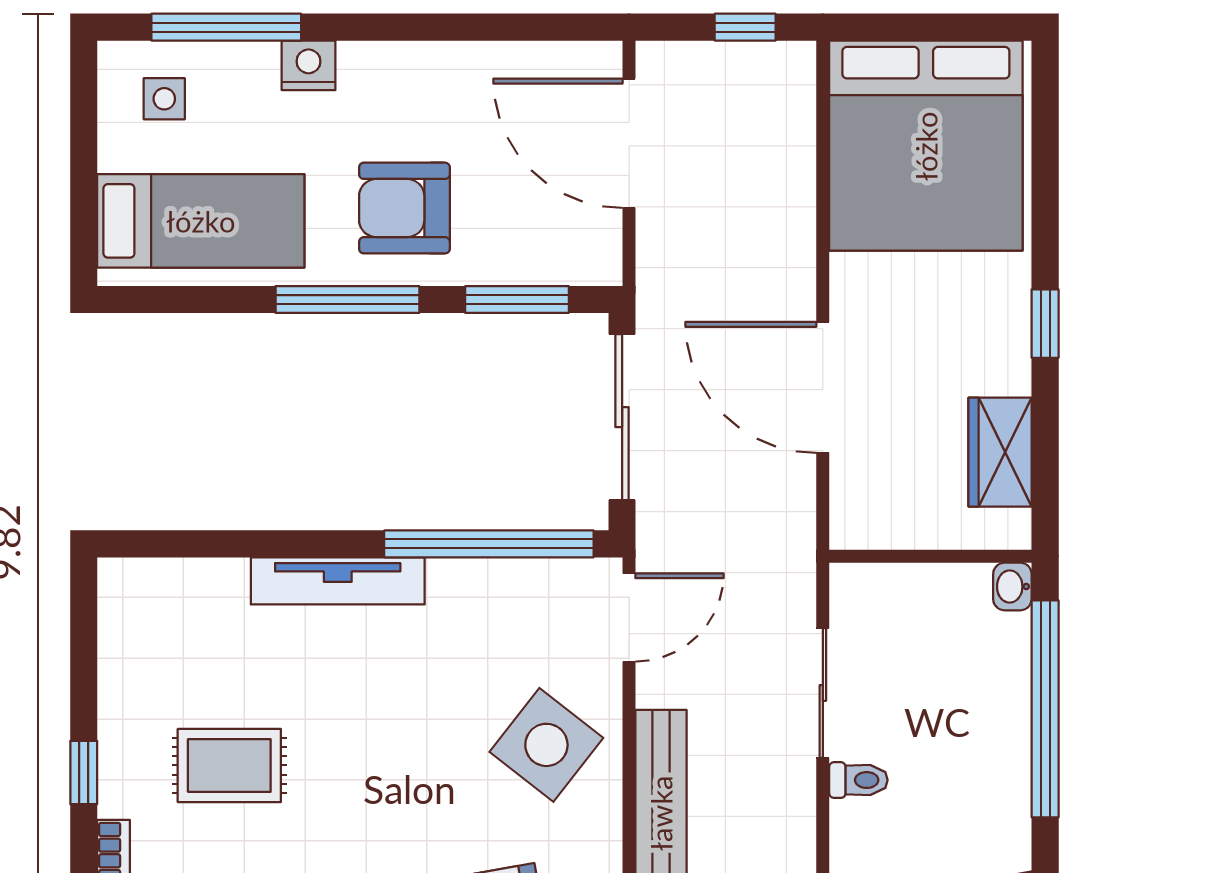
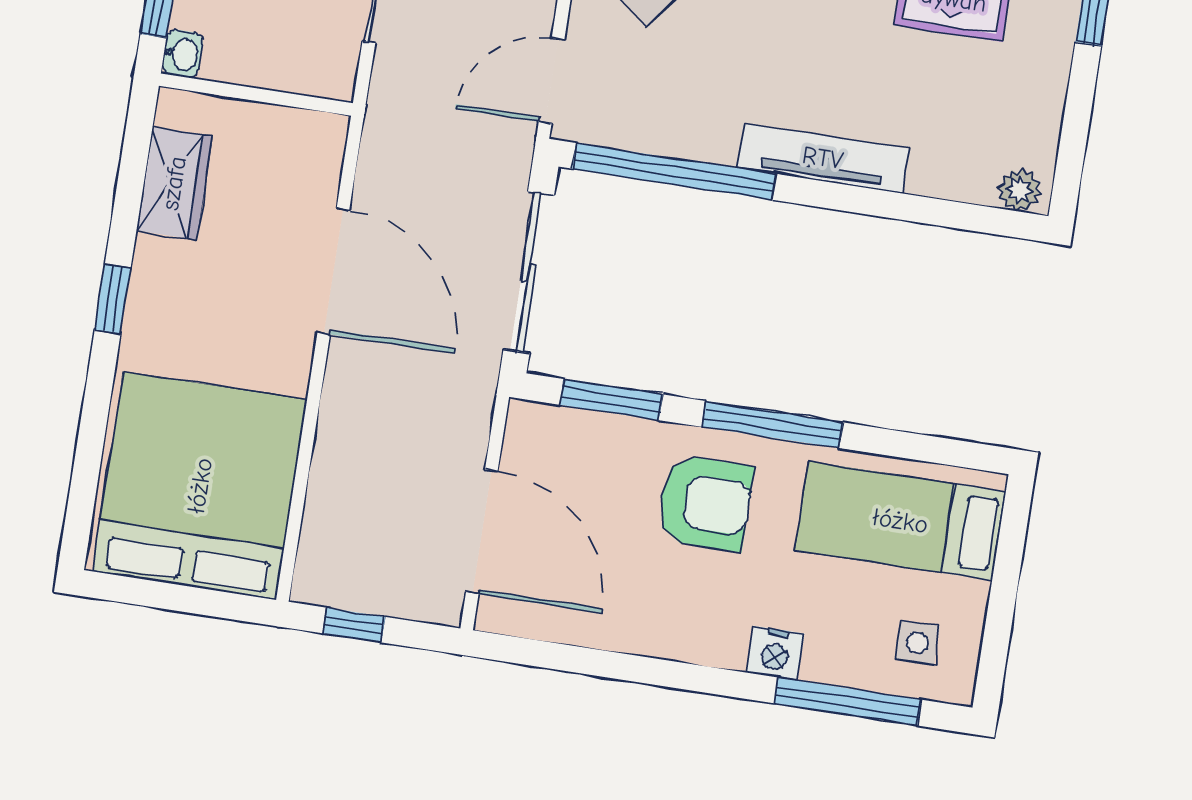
plant: (131, 580) -> (1019, 190), added

